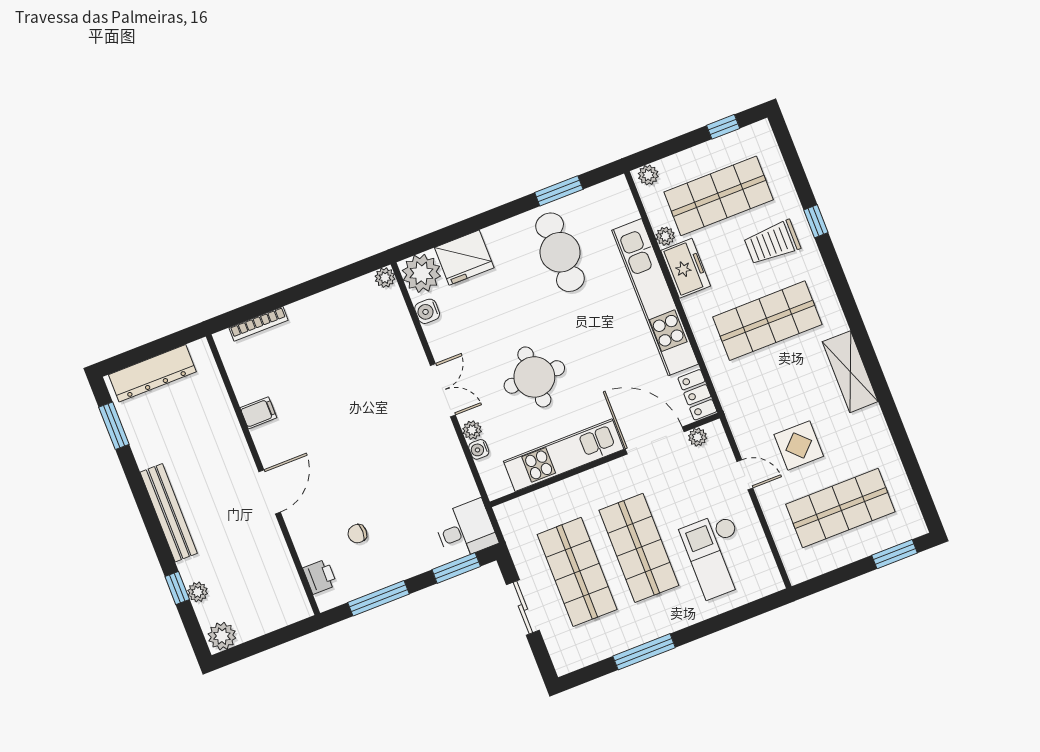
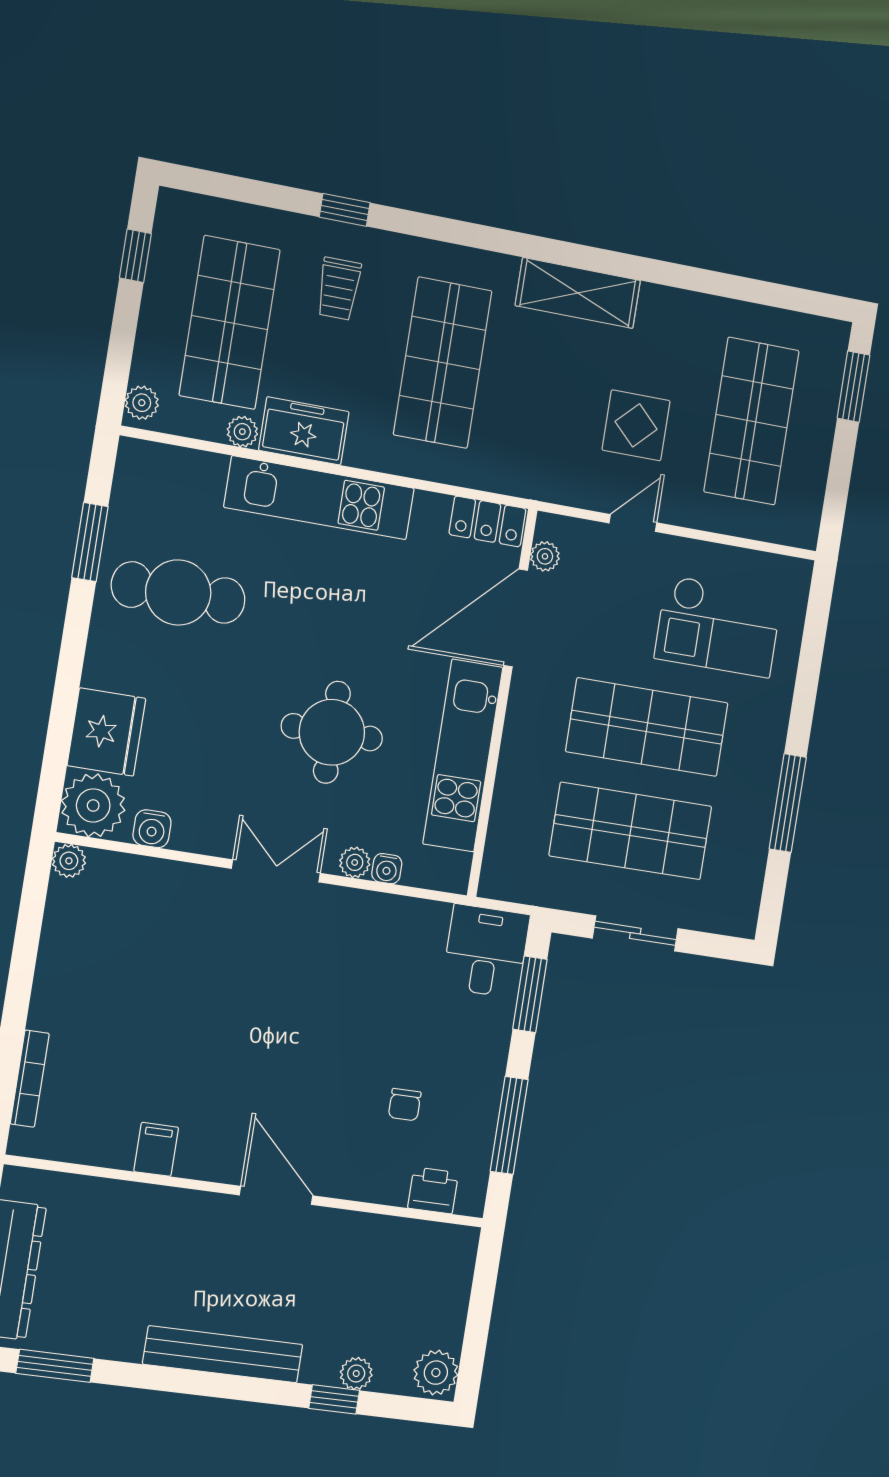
trolley: (772, 242) -> (339, 289), width x0.73, depth x0.72
kitchen unit: (655, 297) -> (319, 498), width x0.73

